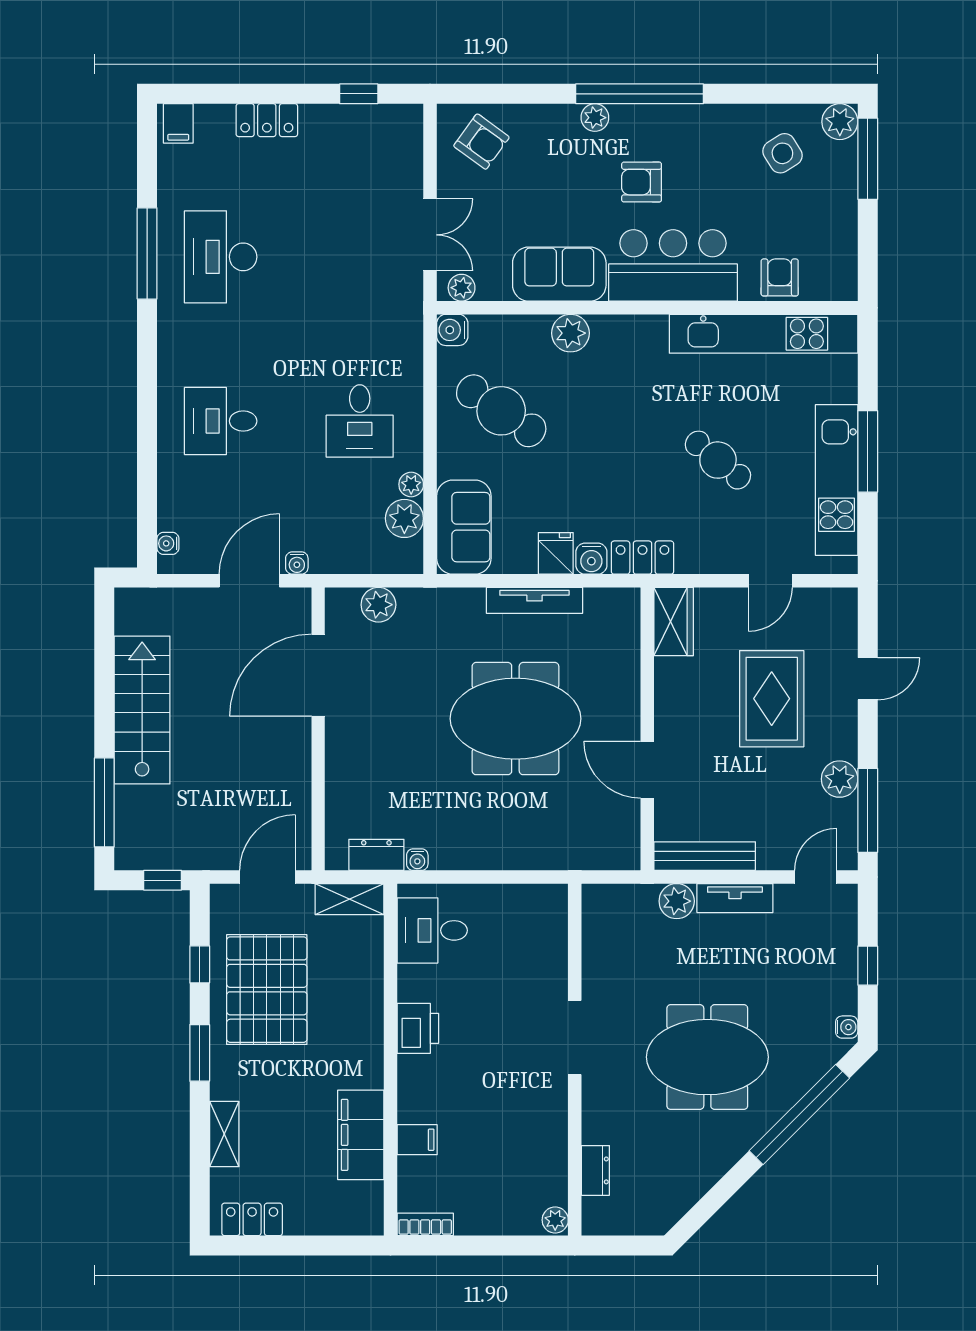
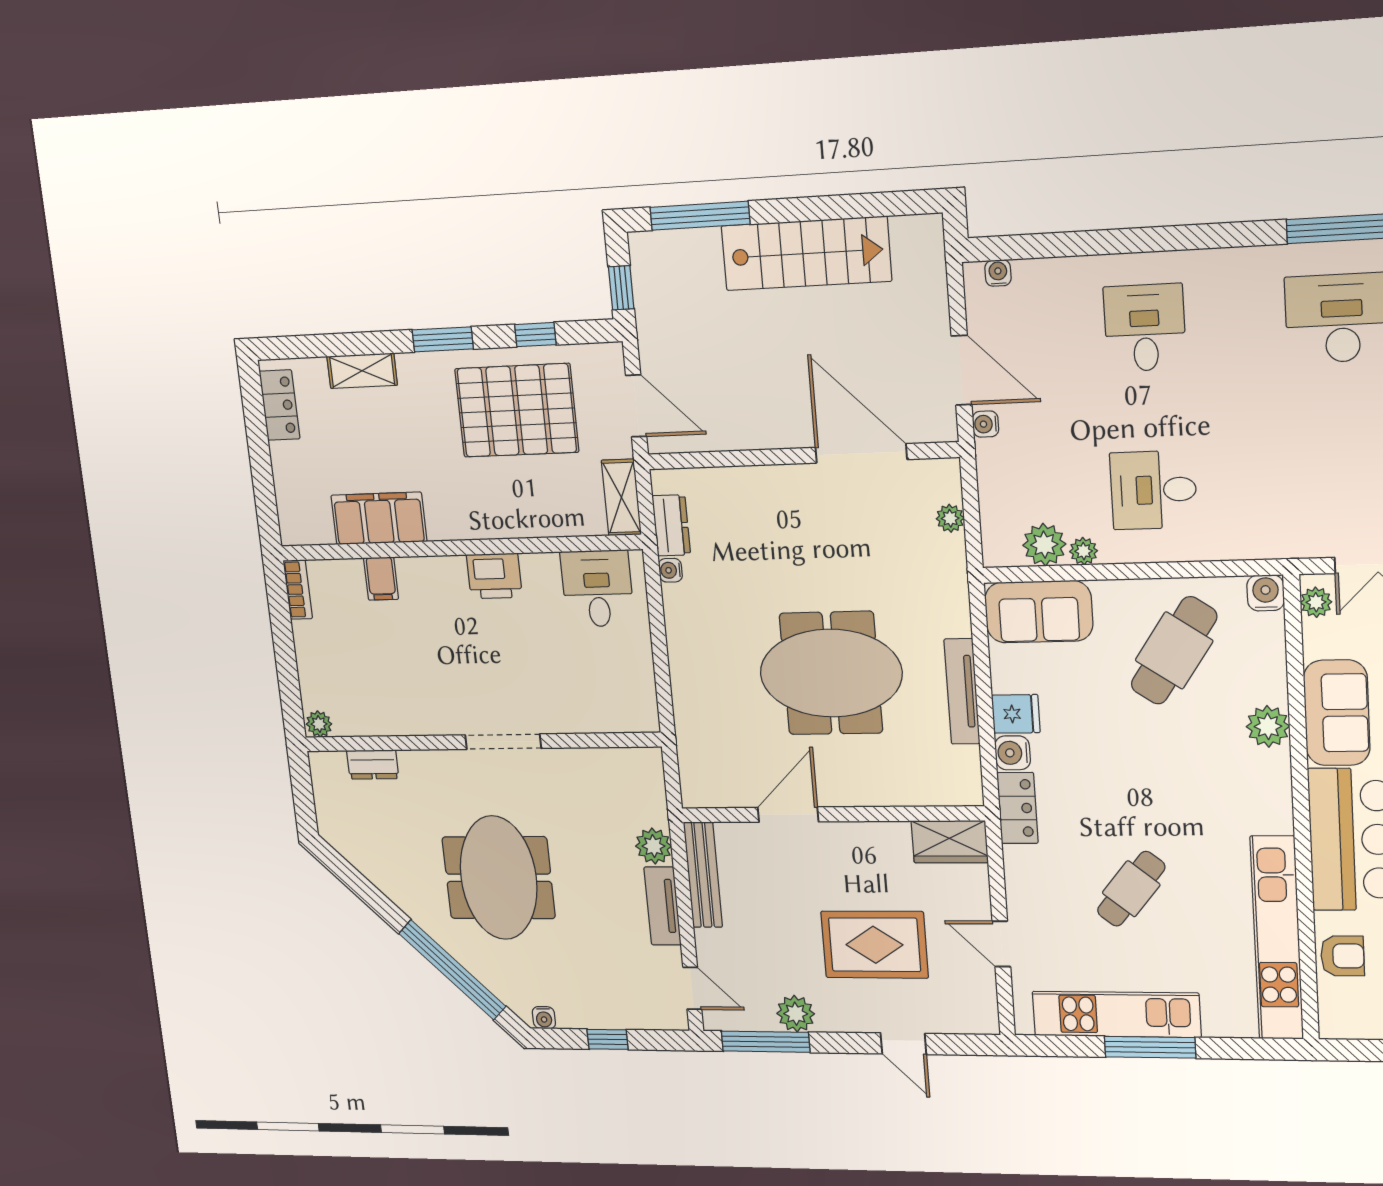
plant: (378, 605) -> (950, 518), width x0.73, depth x0.73
meeting table: (515, 719) -> (831, 673), turned 90

